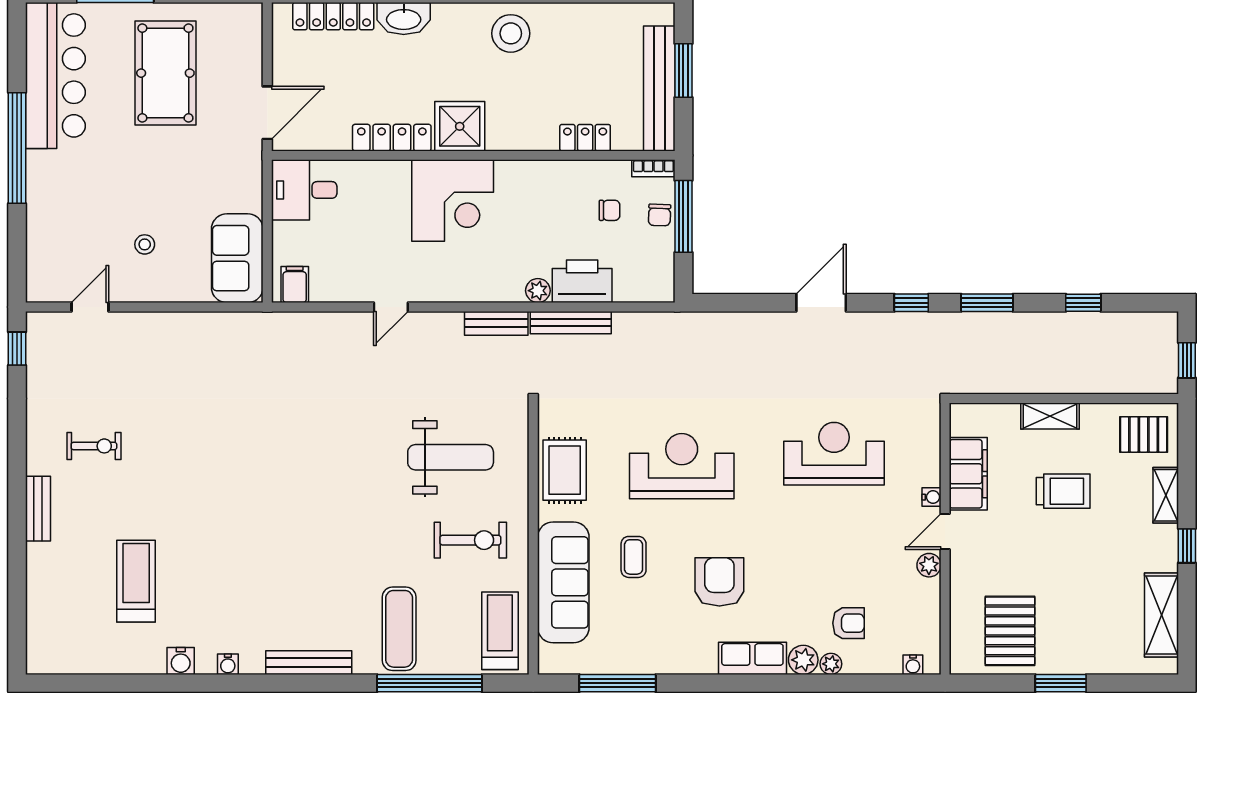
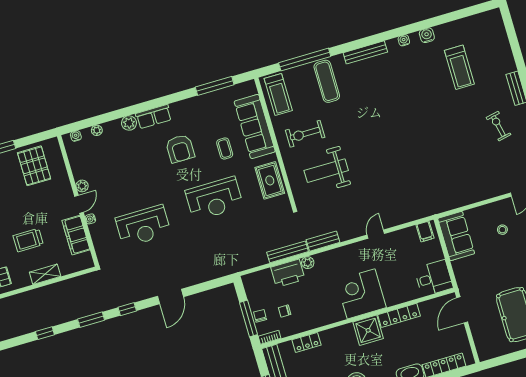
exercise bike: (94, 446) -> (498, 126), turned 78
armchair: (849, 623) -> (112, 147), removed
plant: (831, 664) -> (97, 130), moved

